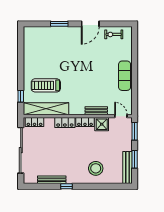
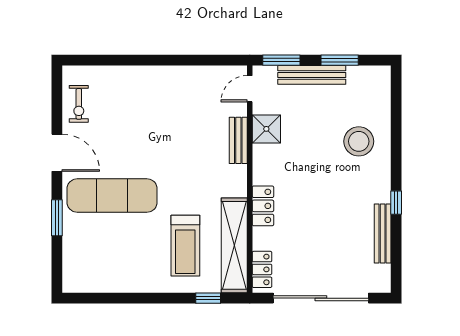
exercise mat: (125, 76) -> (112, 196), moved, width x1.36, depth x1.45
locker: (85, 122) -> (262, 164), removed
bench: (127, 168) -> (312, 75), moved

